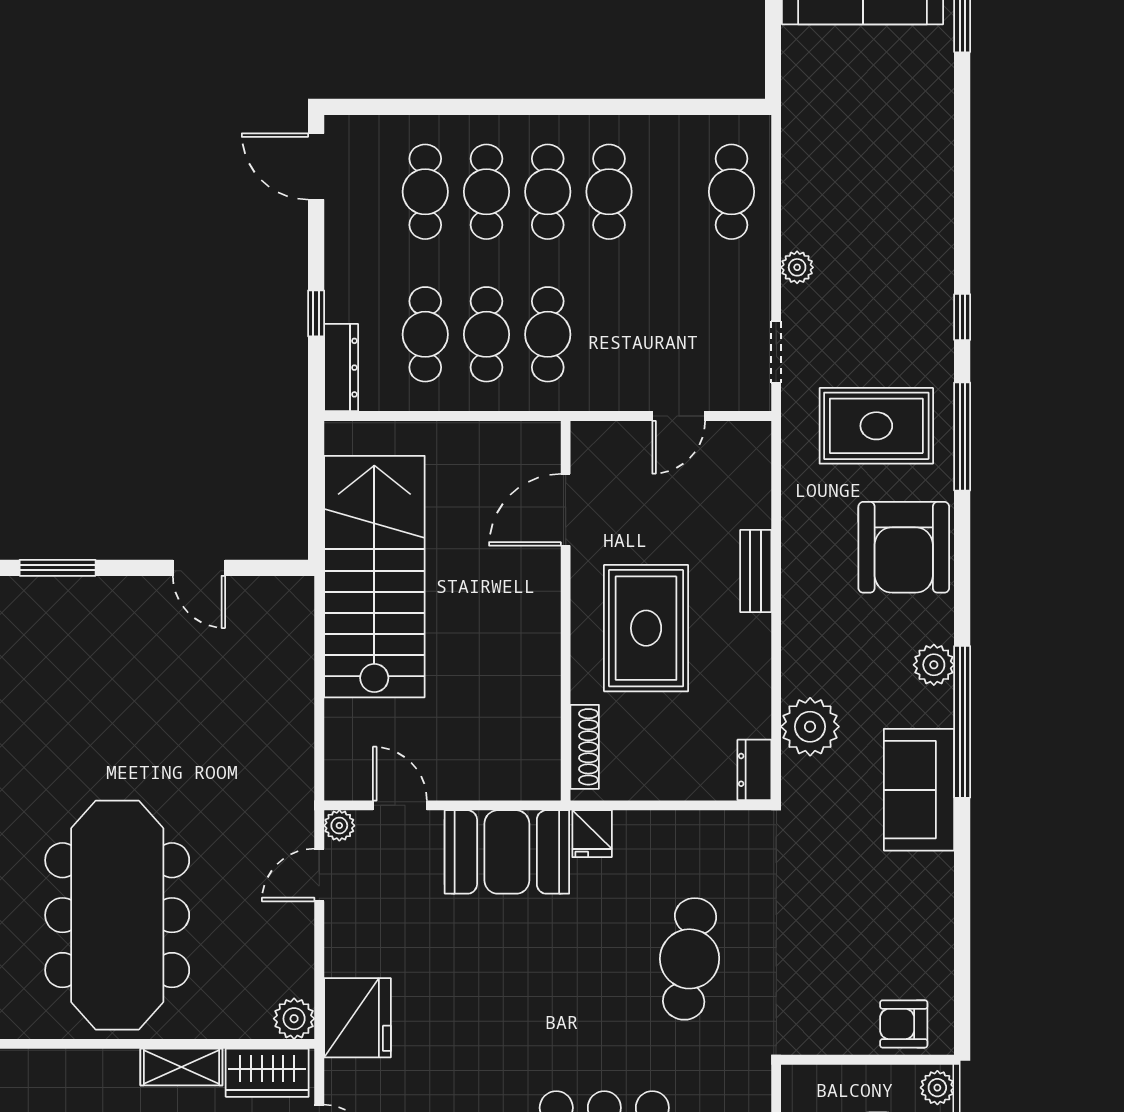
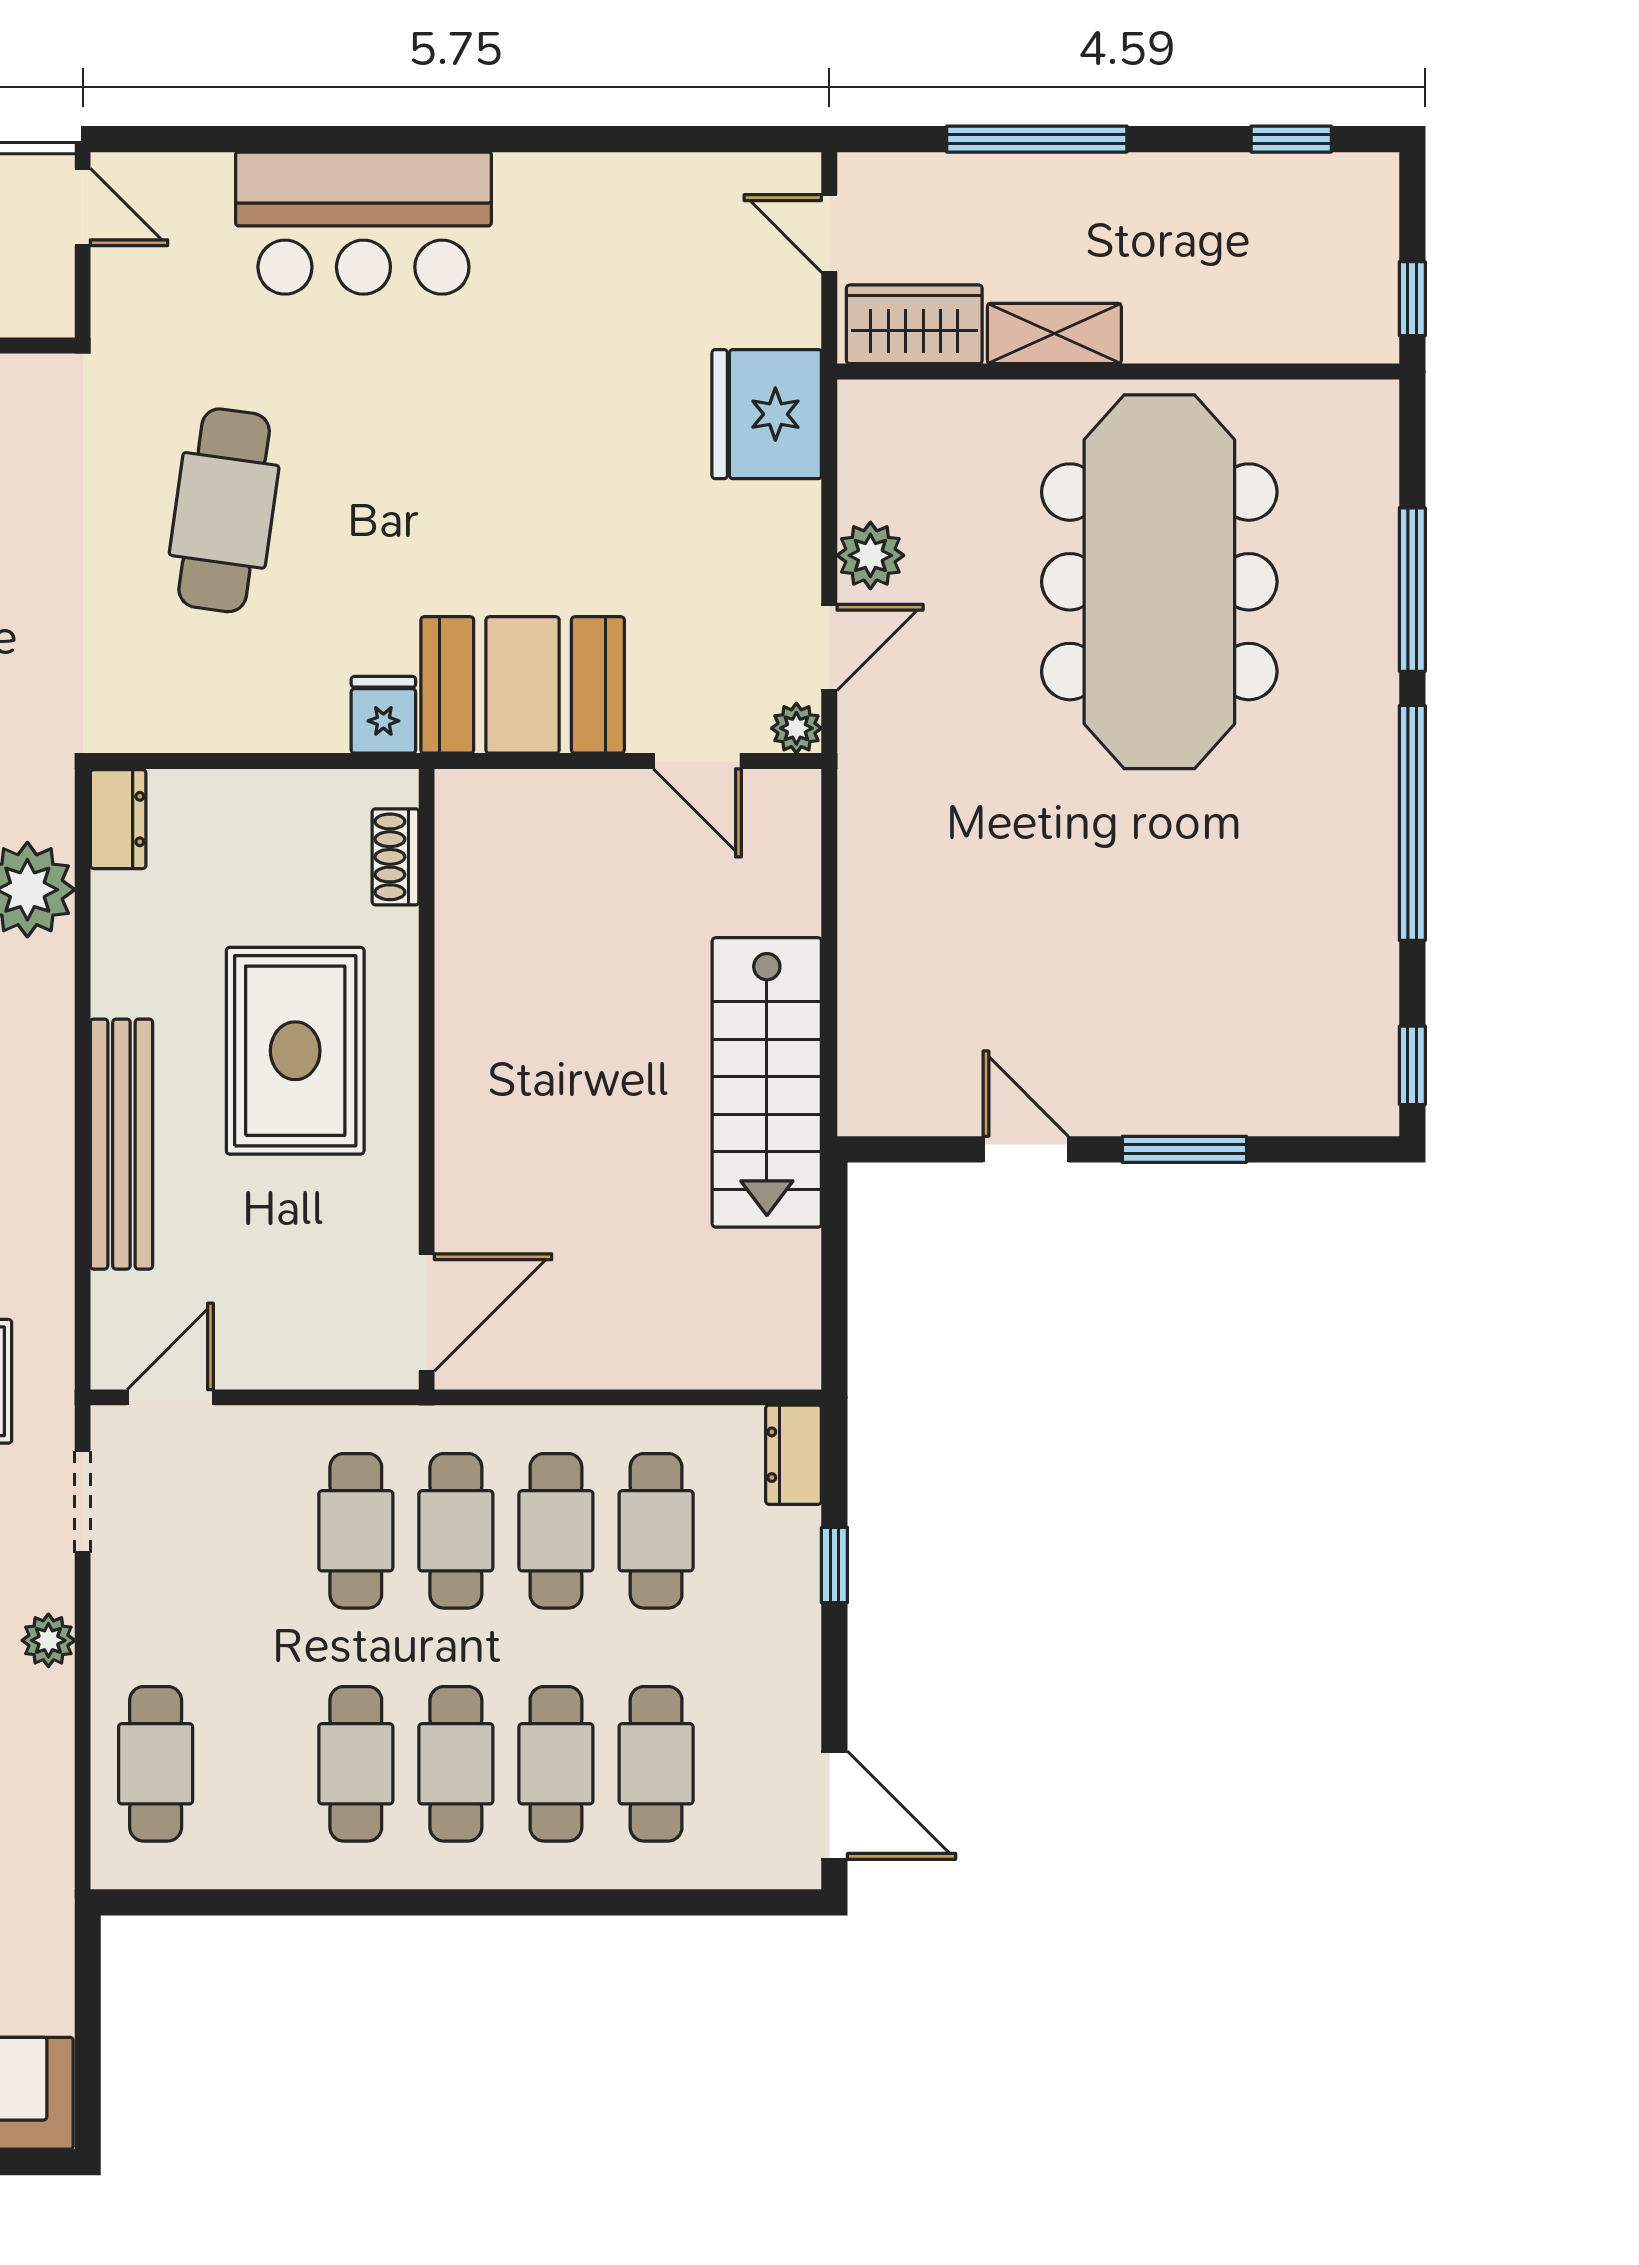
cafe table: (609, 334) -> (356, 1531), added
dresser: (341, 368) -> (794, 1455), width x0.70
door: (679, 416) -> (170, 1397), moved
door: (566, 510) -> (427, 1312), moved
window: (58, 568) -> (1184, 1149), moved
bench: (756, 571) -> (121, 1144), width x1.86, depth x1.21
stairs: (374, 577) -> (767, 1082), width x0.73, depth x0.66
shoe rack: (585, 747) -> (396, 857), width x0.70
plant: (294, 1019) -> (870, 555), moved

